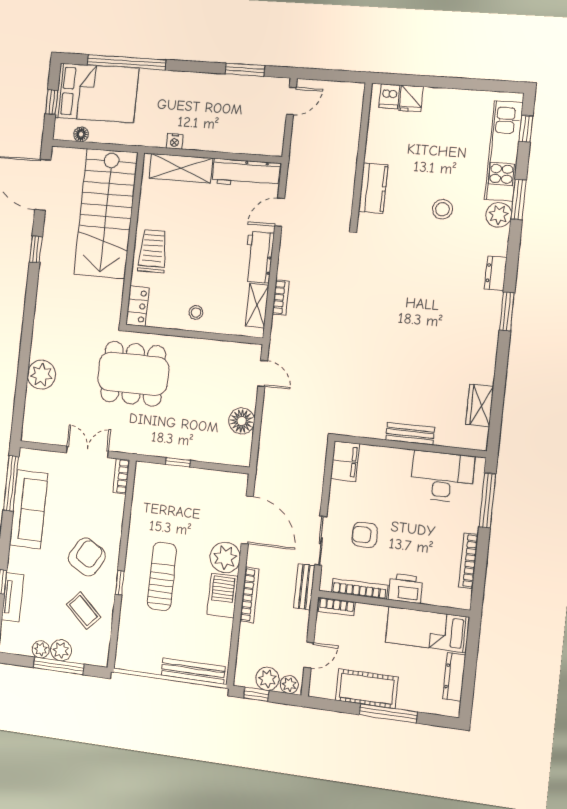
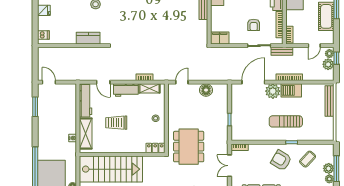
fridge: (411, 99) -> (44, 10), moved
trolley: (153, 251) -> (116, 123), moved
door: (309, 655) -> (314, 46), swing flipped
window: (256, 694) -> (336, 58), moved

